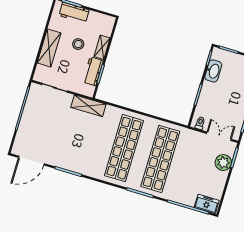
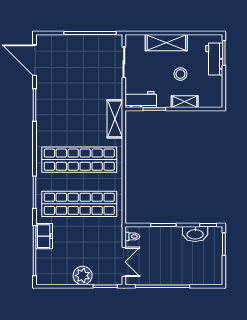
workbench: (93, 71) -> (141, 100), moved
shelving: (88, 106) -> (115, 119), moved
plant: (223, 163) -> (83, 276), moved
freezer: (207, 204) -> (44, 236), moved

